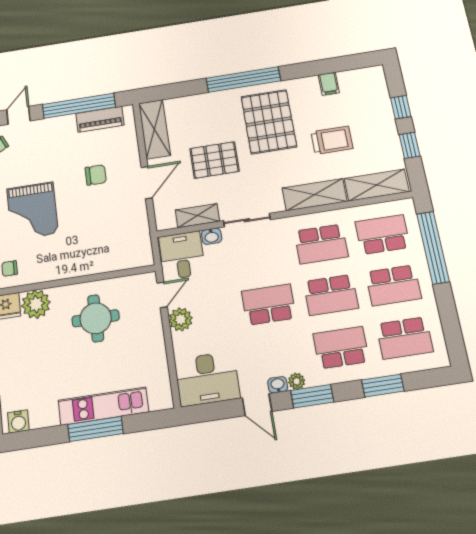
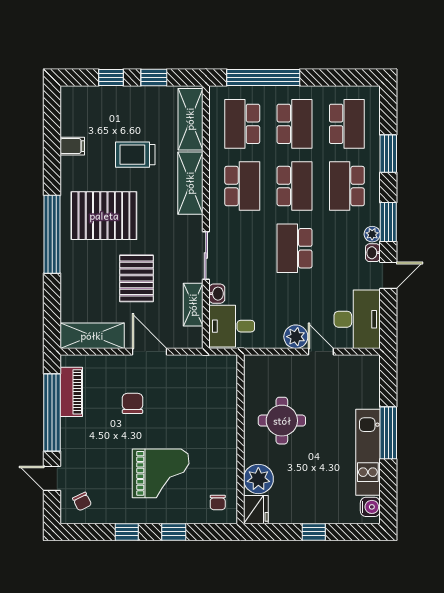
trolley: (332, 140) -> (135, 155), turned -90
door: (162, 295) -> (321, 352), moved
kitchen unit: (103, 406) -> (368, 452), moved

